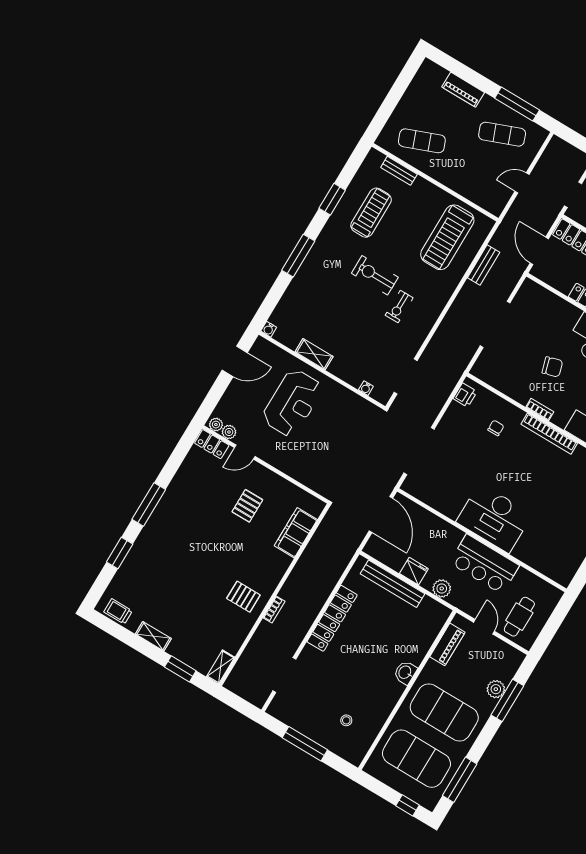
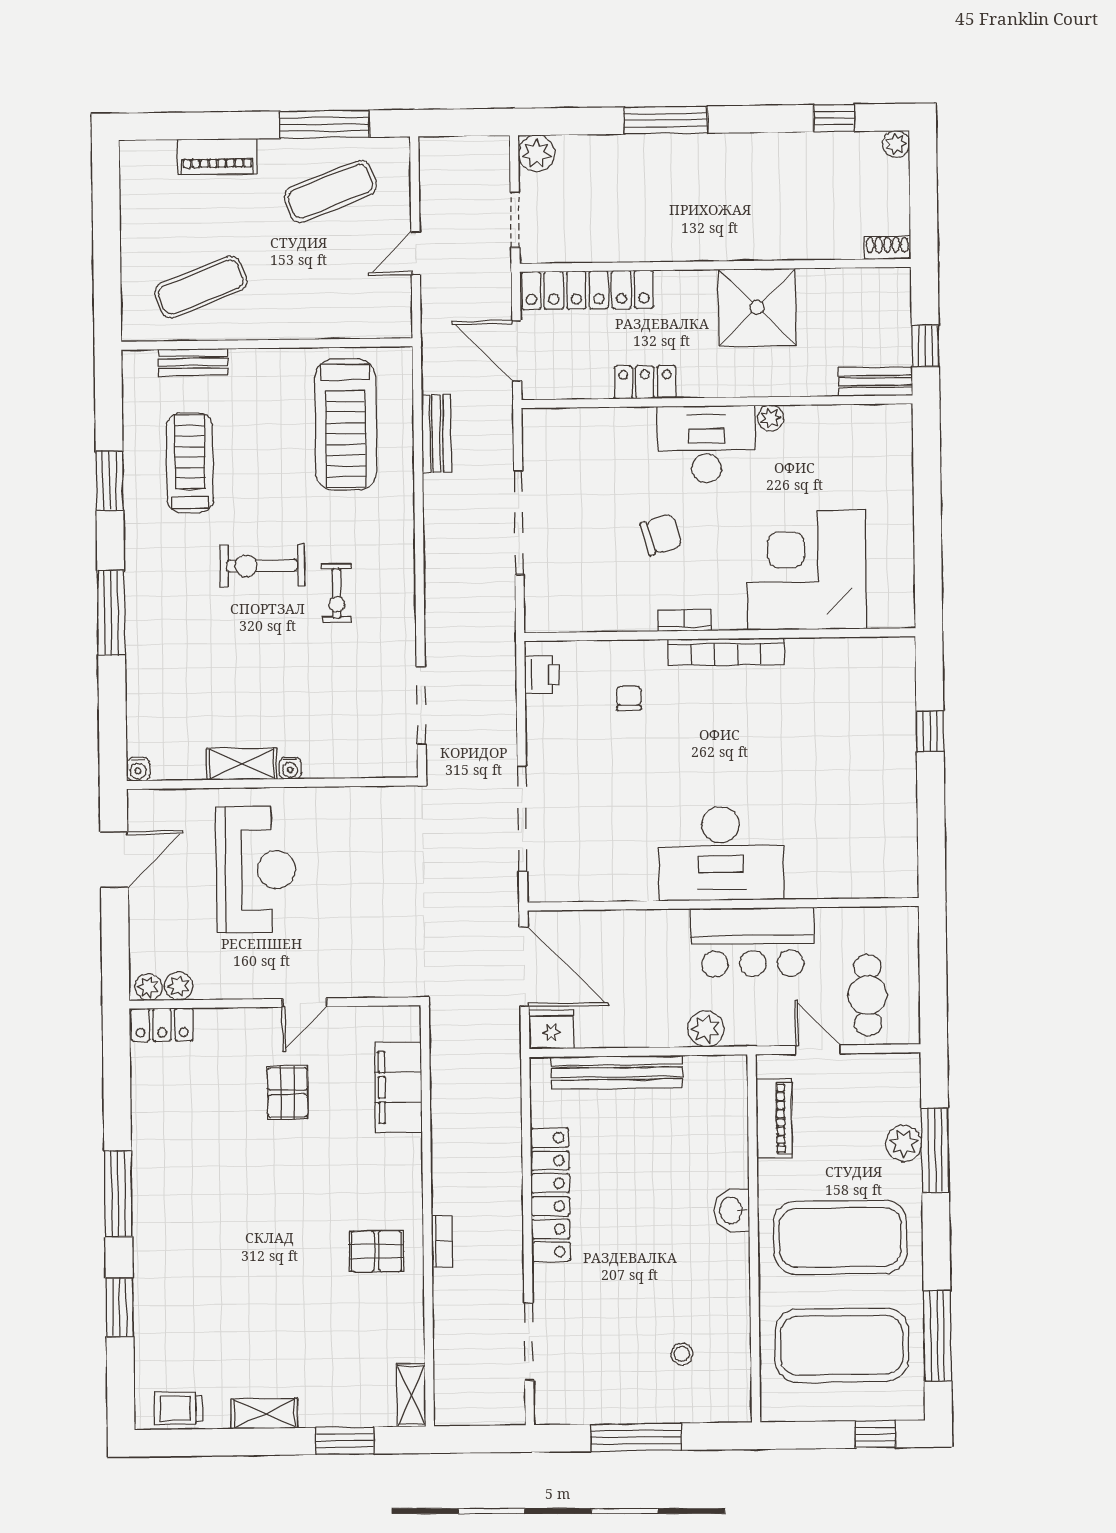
water cooler: (366, 388) -> (290, 768), moved
door: (245, 452) -> (305, 1003), moved
fridge: (414, 571) -> (551, 1030), moved

